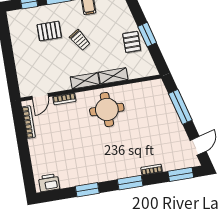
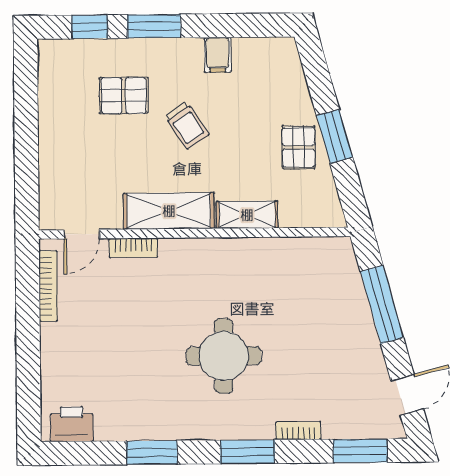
shelving: (85, 81) -> (169, 211), width x1.50, depth x1.33
round table: (107, 109) -> (224, 356), moved

